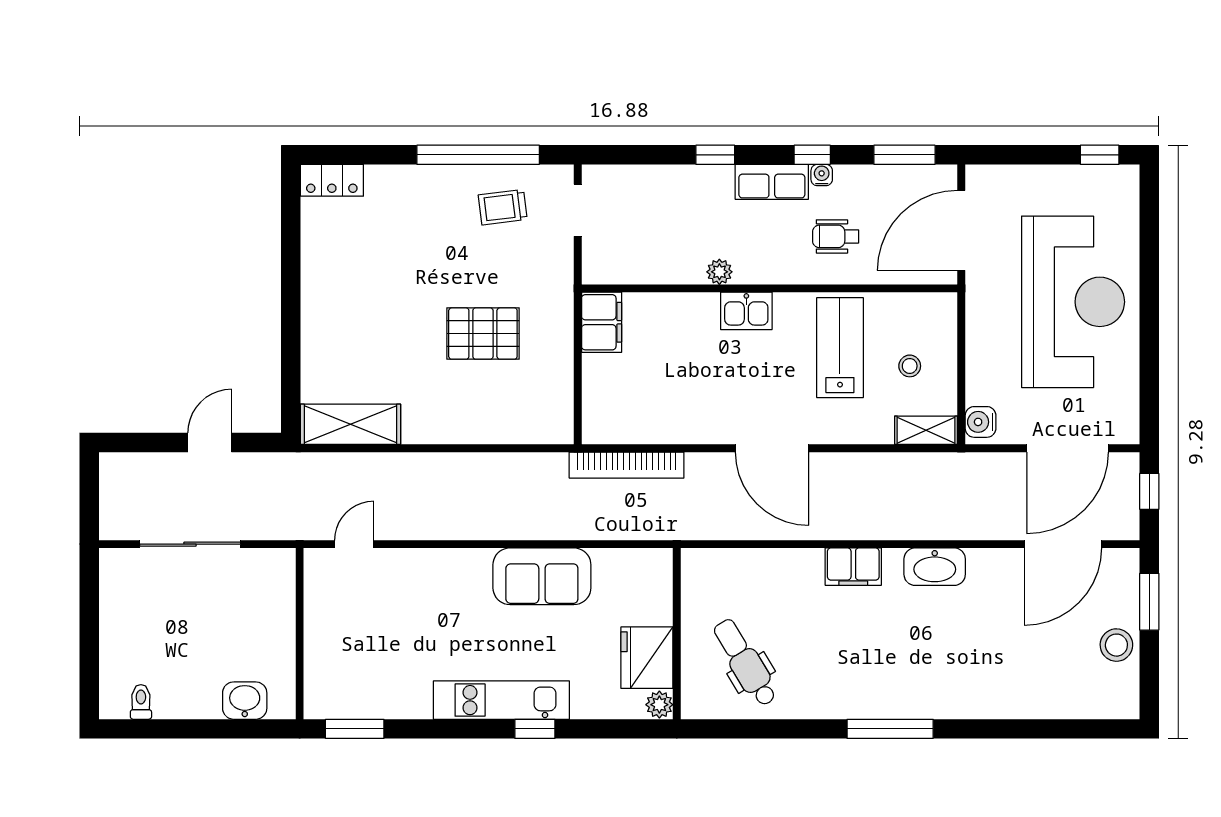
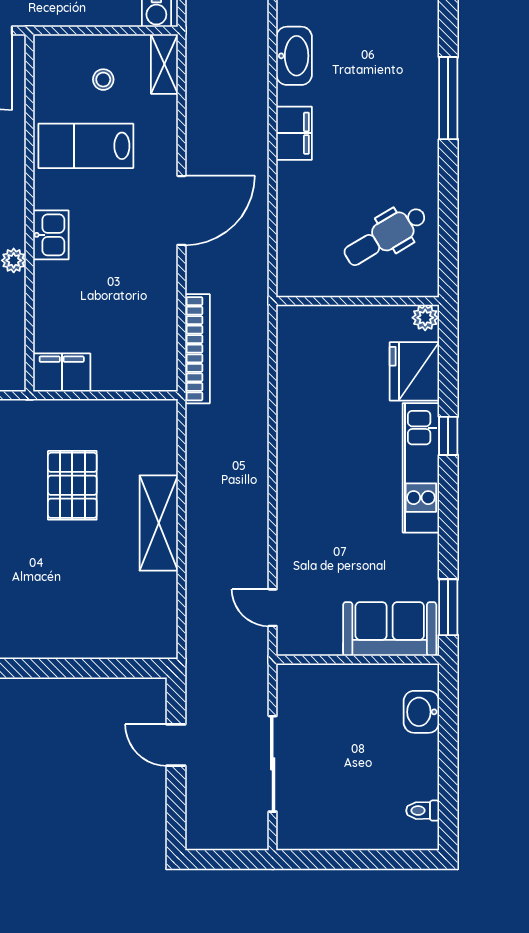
shelving: (350, 424) -> (159, 523), moved
sofa: (542, 576) -> (390, 629), moved, turned -90
fridge: (647, 658) -> (414, 371), moved, turned 90

